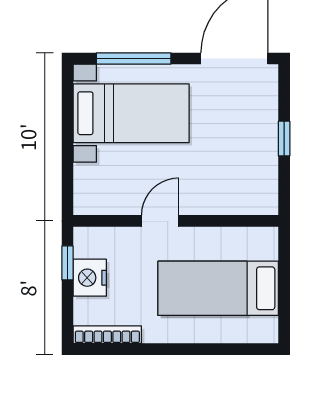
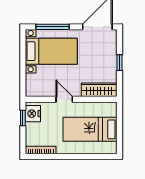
wardrobe: (238, 200) -> (99, 90), added
door: (160, 221) -> (64, 99), hinge flipped
nightstand: (90, 278) -> (33, 114), moved

